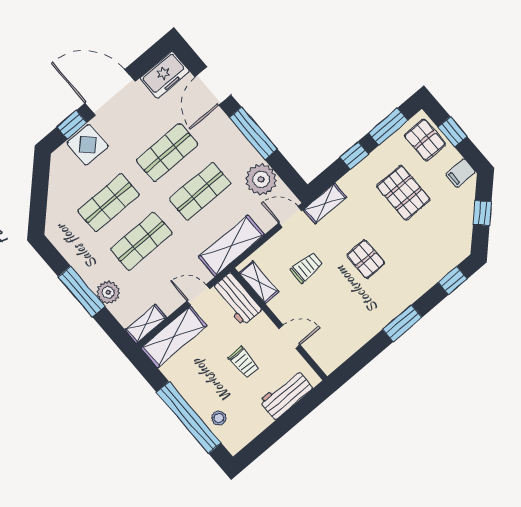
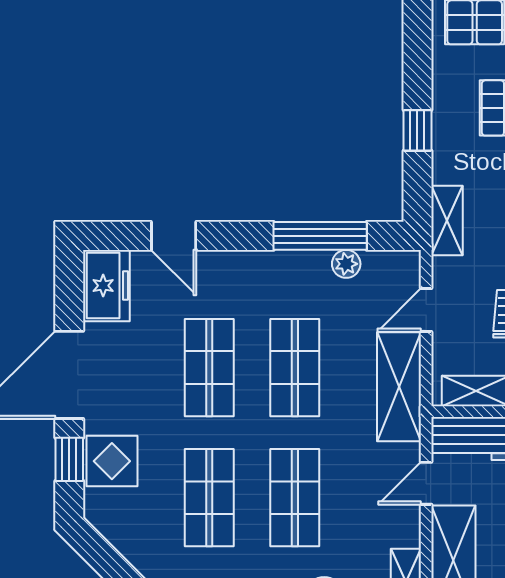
door: (213, 86) -> (174, 236), width x0.73
window: (388, 127) -> (417, 55), removed
window: (253, 133) -> (320, 236), moved
plant: (261, 179) -> (346, 264), width x0.53, depth x0.53
door: (290, 217) -> (426, 310), moved

